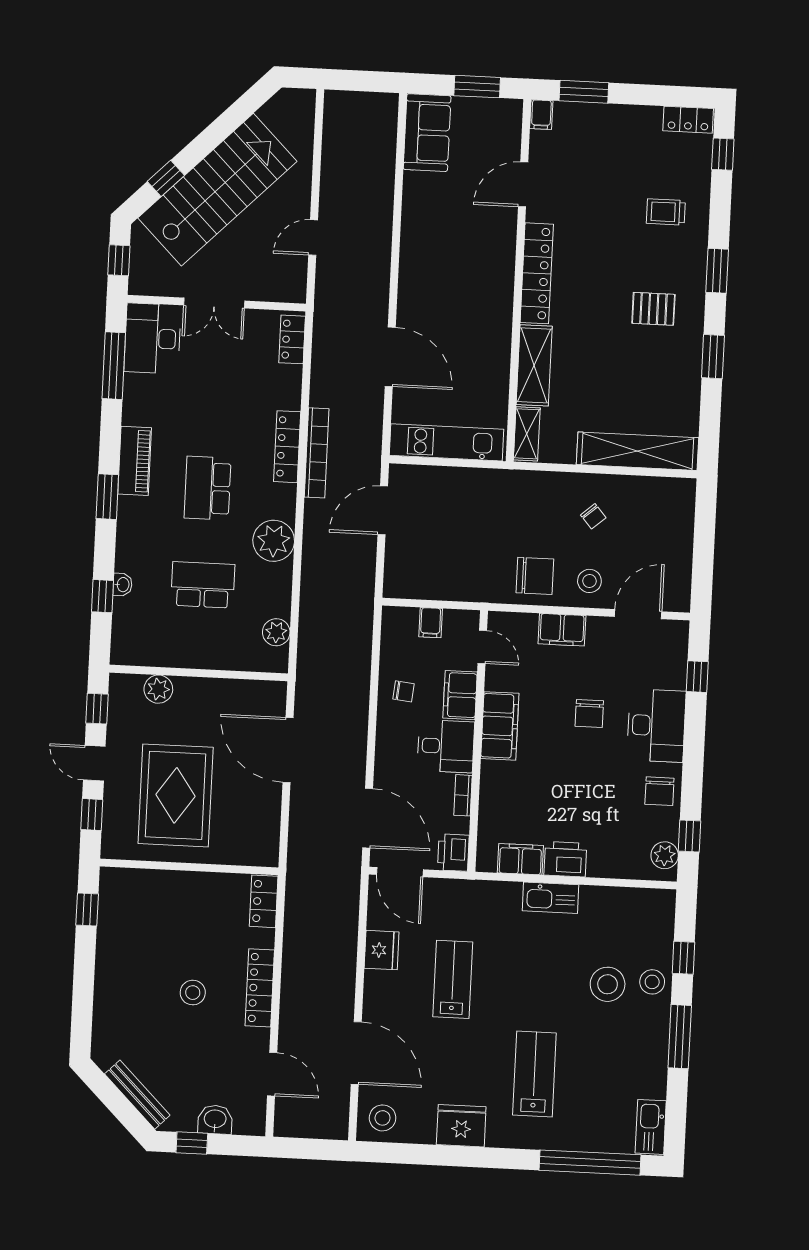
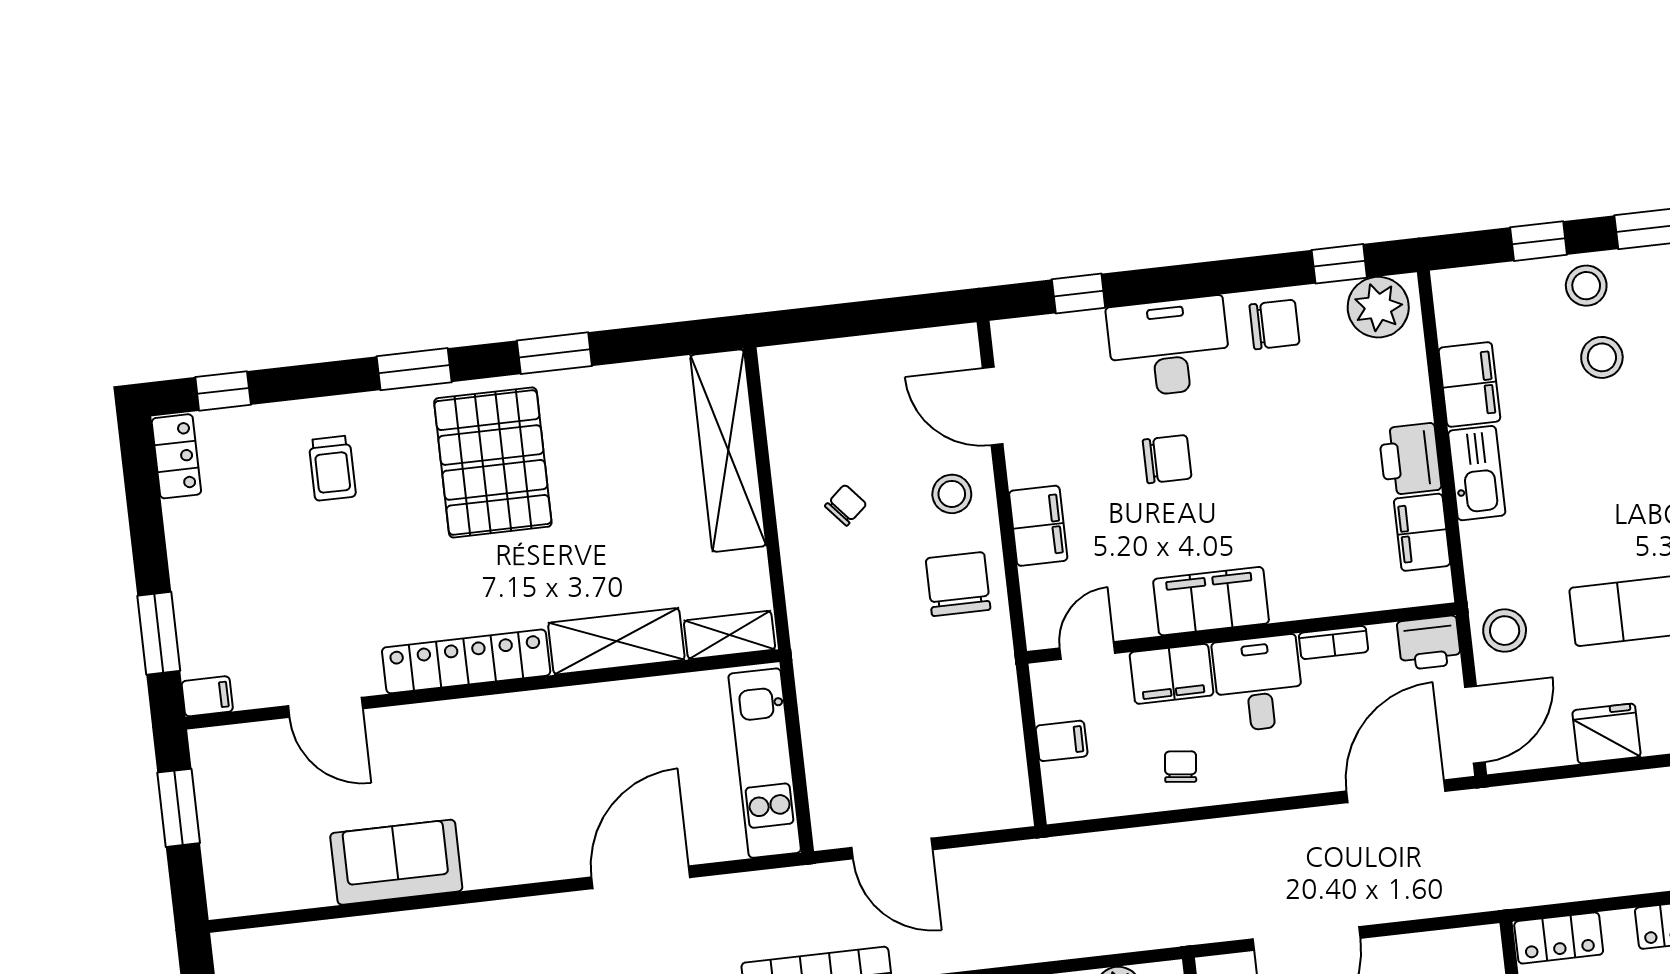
sofa: (427, 133) -> (396, 862), moved
pallet: (653, 309) -> (493, 462), width x2.05, depth x2.00
plant: (665, 855) -> (1378, 307), width x1.36, depth x1.36
stool: (453, 899) -> (1505, 631), added
filing cabinet: (604, 902) -> (1469, 384), added
stool: (608, 984) -> (1602, 357), width x0.73, depth x0.73

